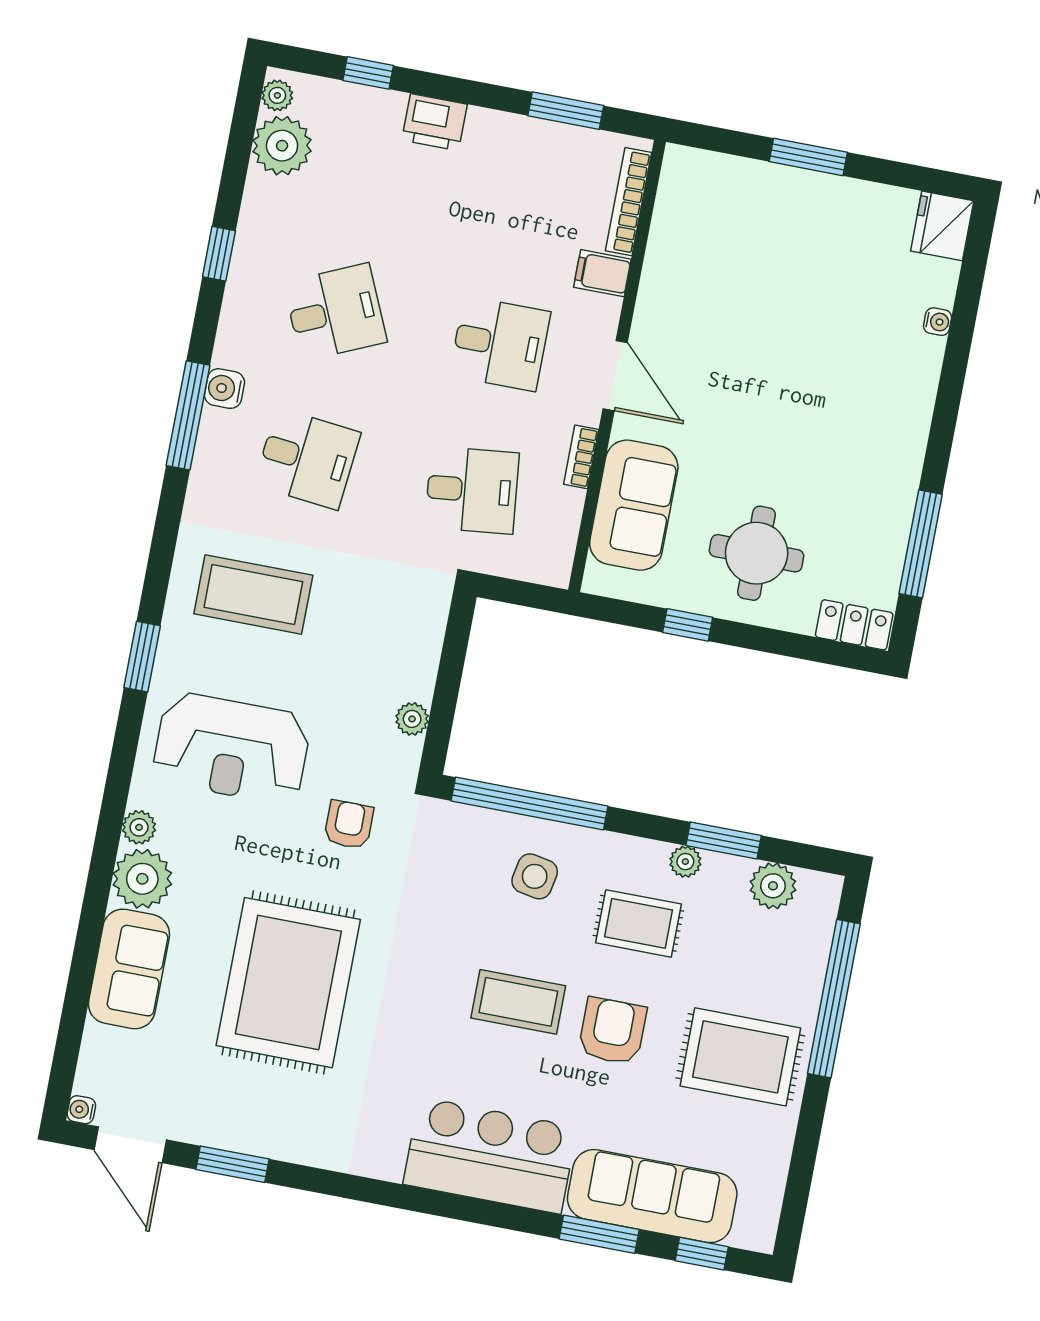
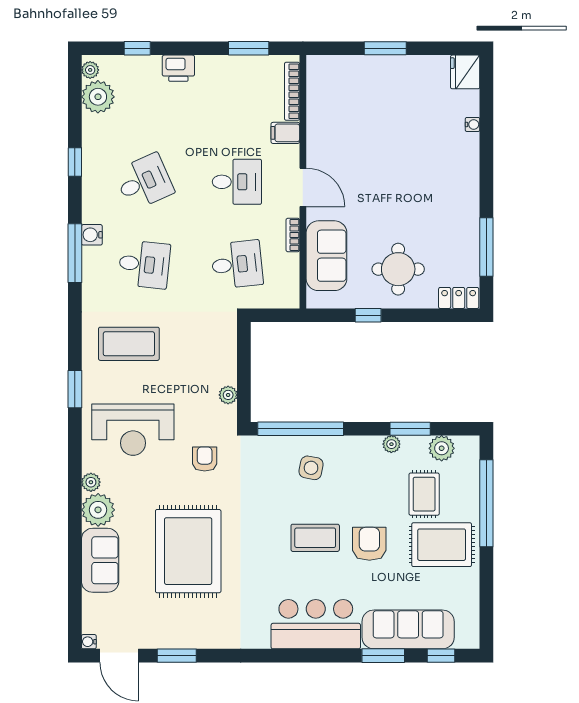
rug: (638, 923) -> (424, 494), moved, turned 90

